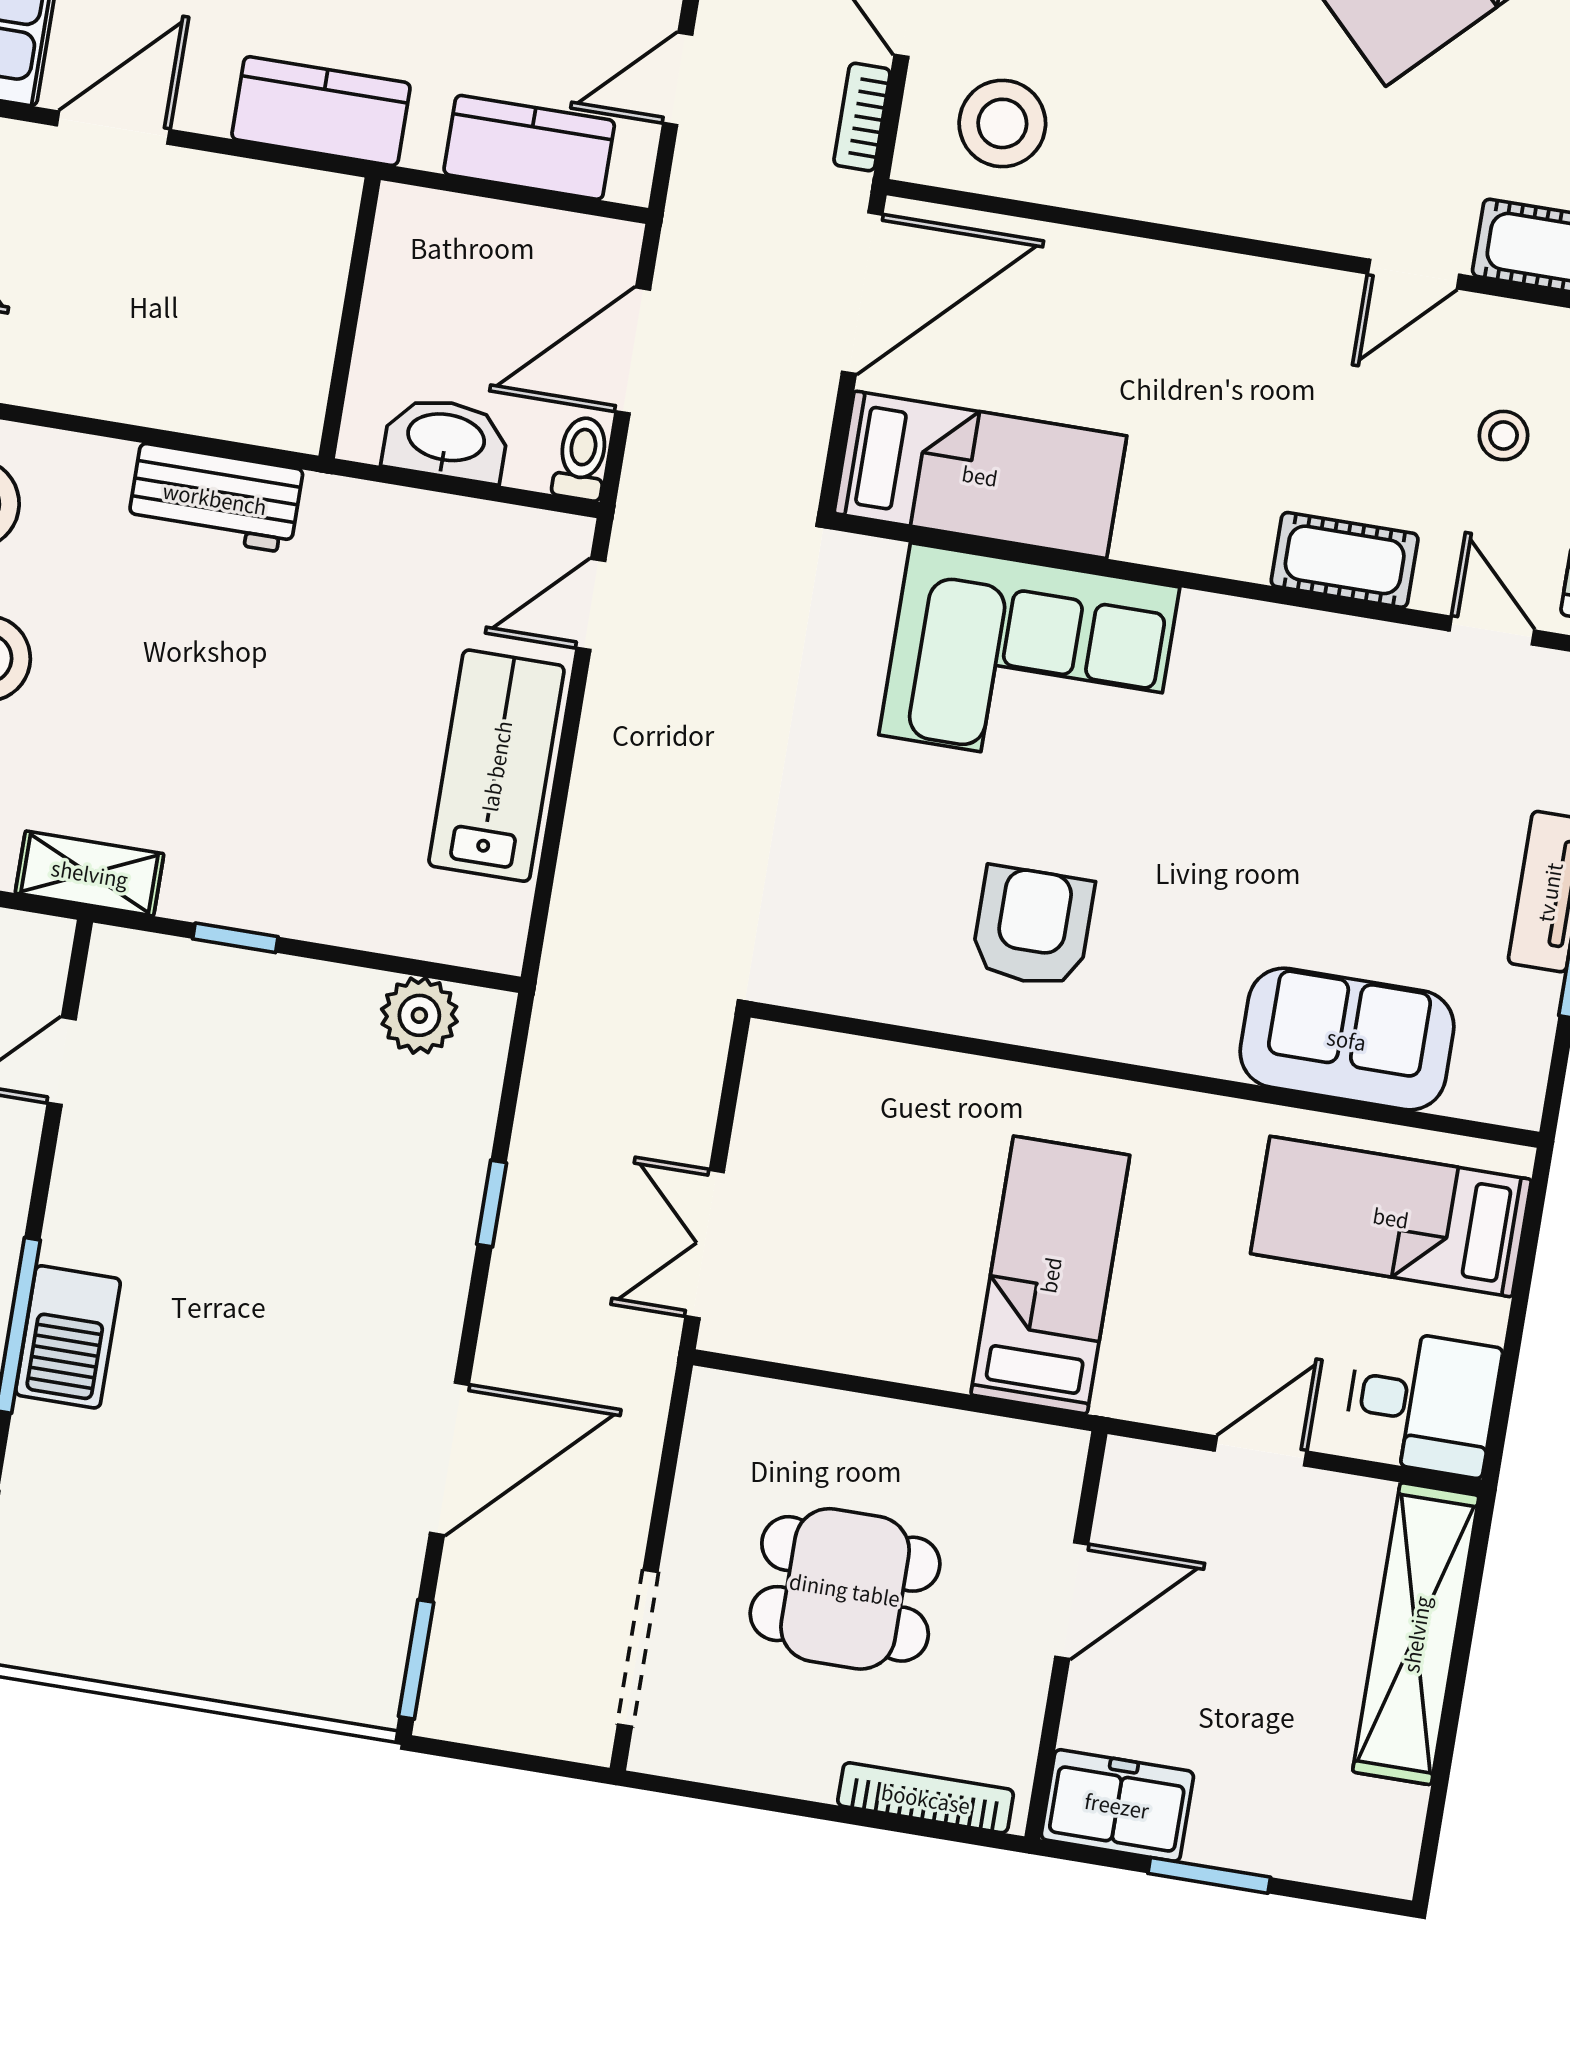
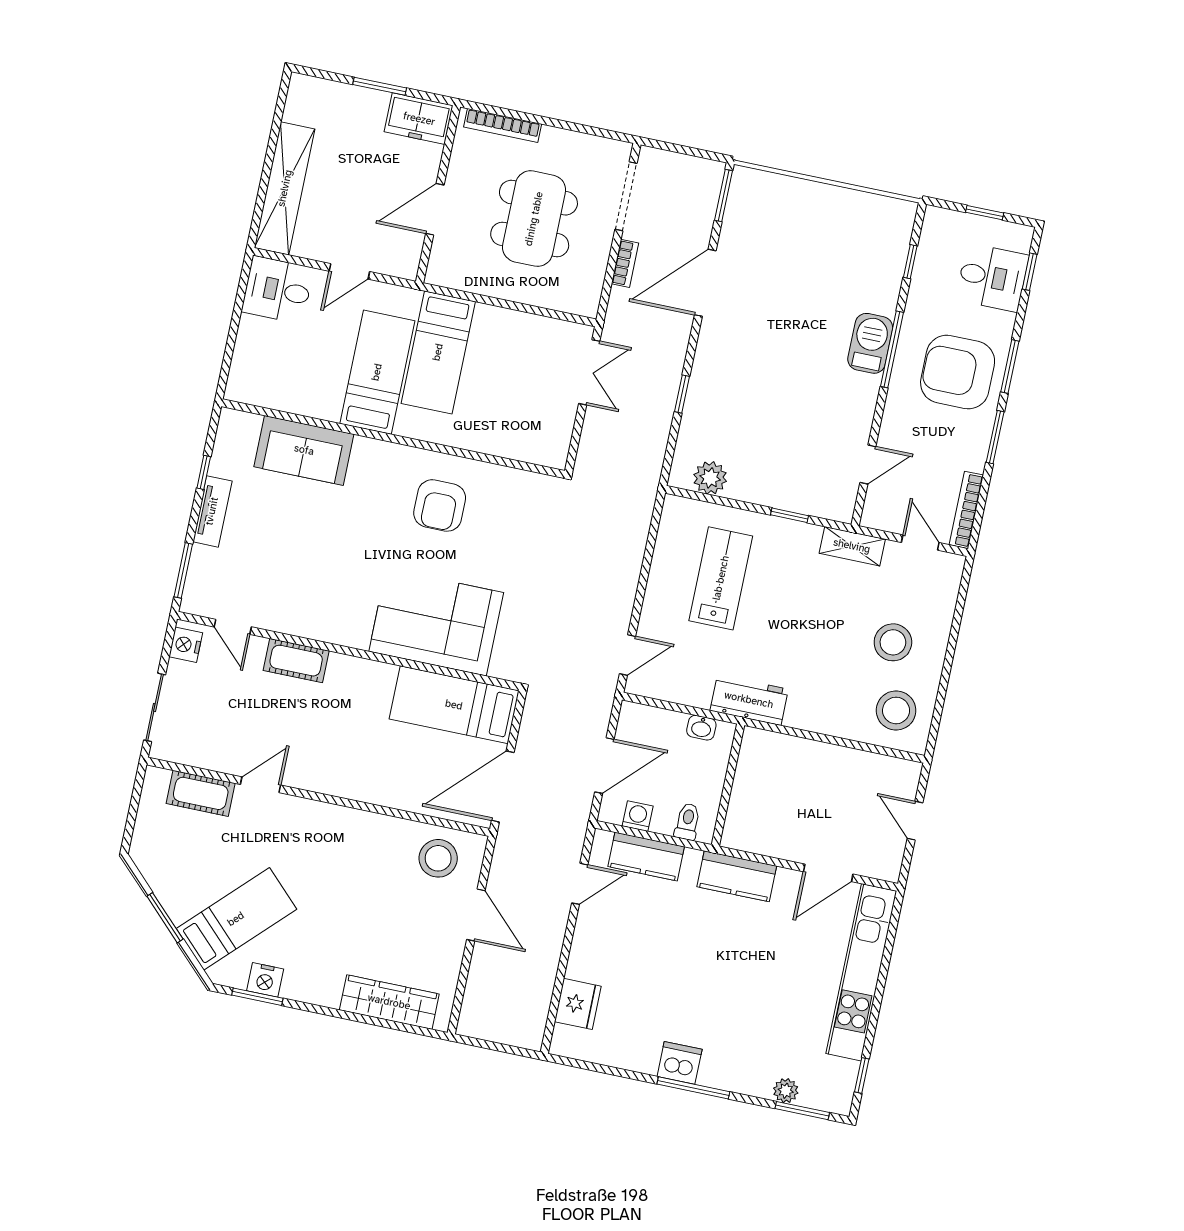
bookcase: (862, 117) -> (625, 263), moved
washing machine: (552, 239) -> (638, 816), added
stool: (1503, 435) -> (224, 712), removed
washbasin: (446, 439) -> (701, 728), width x0.52, depth x0.69
toilet: (582, 458) -> (687, 822), moved, turned 180
workbench: (215, 498) -> (749, 700), moved
lab bench: (496, 766) -> (721, 578), moved, turned 180
bed: (1391, 1217) -> (377, 372), moved, turned -90
dining table: (845, 1589) -> (534, 219), width x1.38

